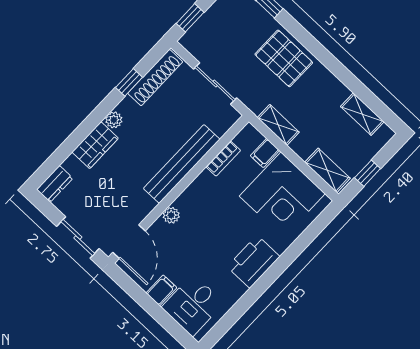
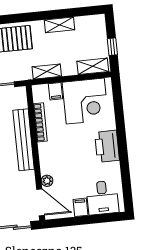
shelving: (362, 114) -> (60, 25), moved
bookcase: (223, 159) -> (40, 122), width x1.56
plant: (171, 215) -> (47, 181), moved

